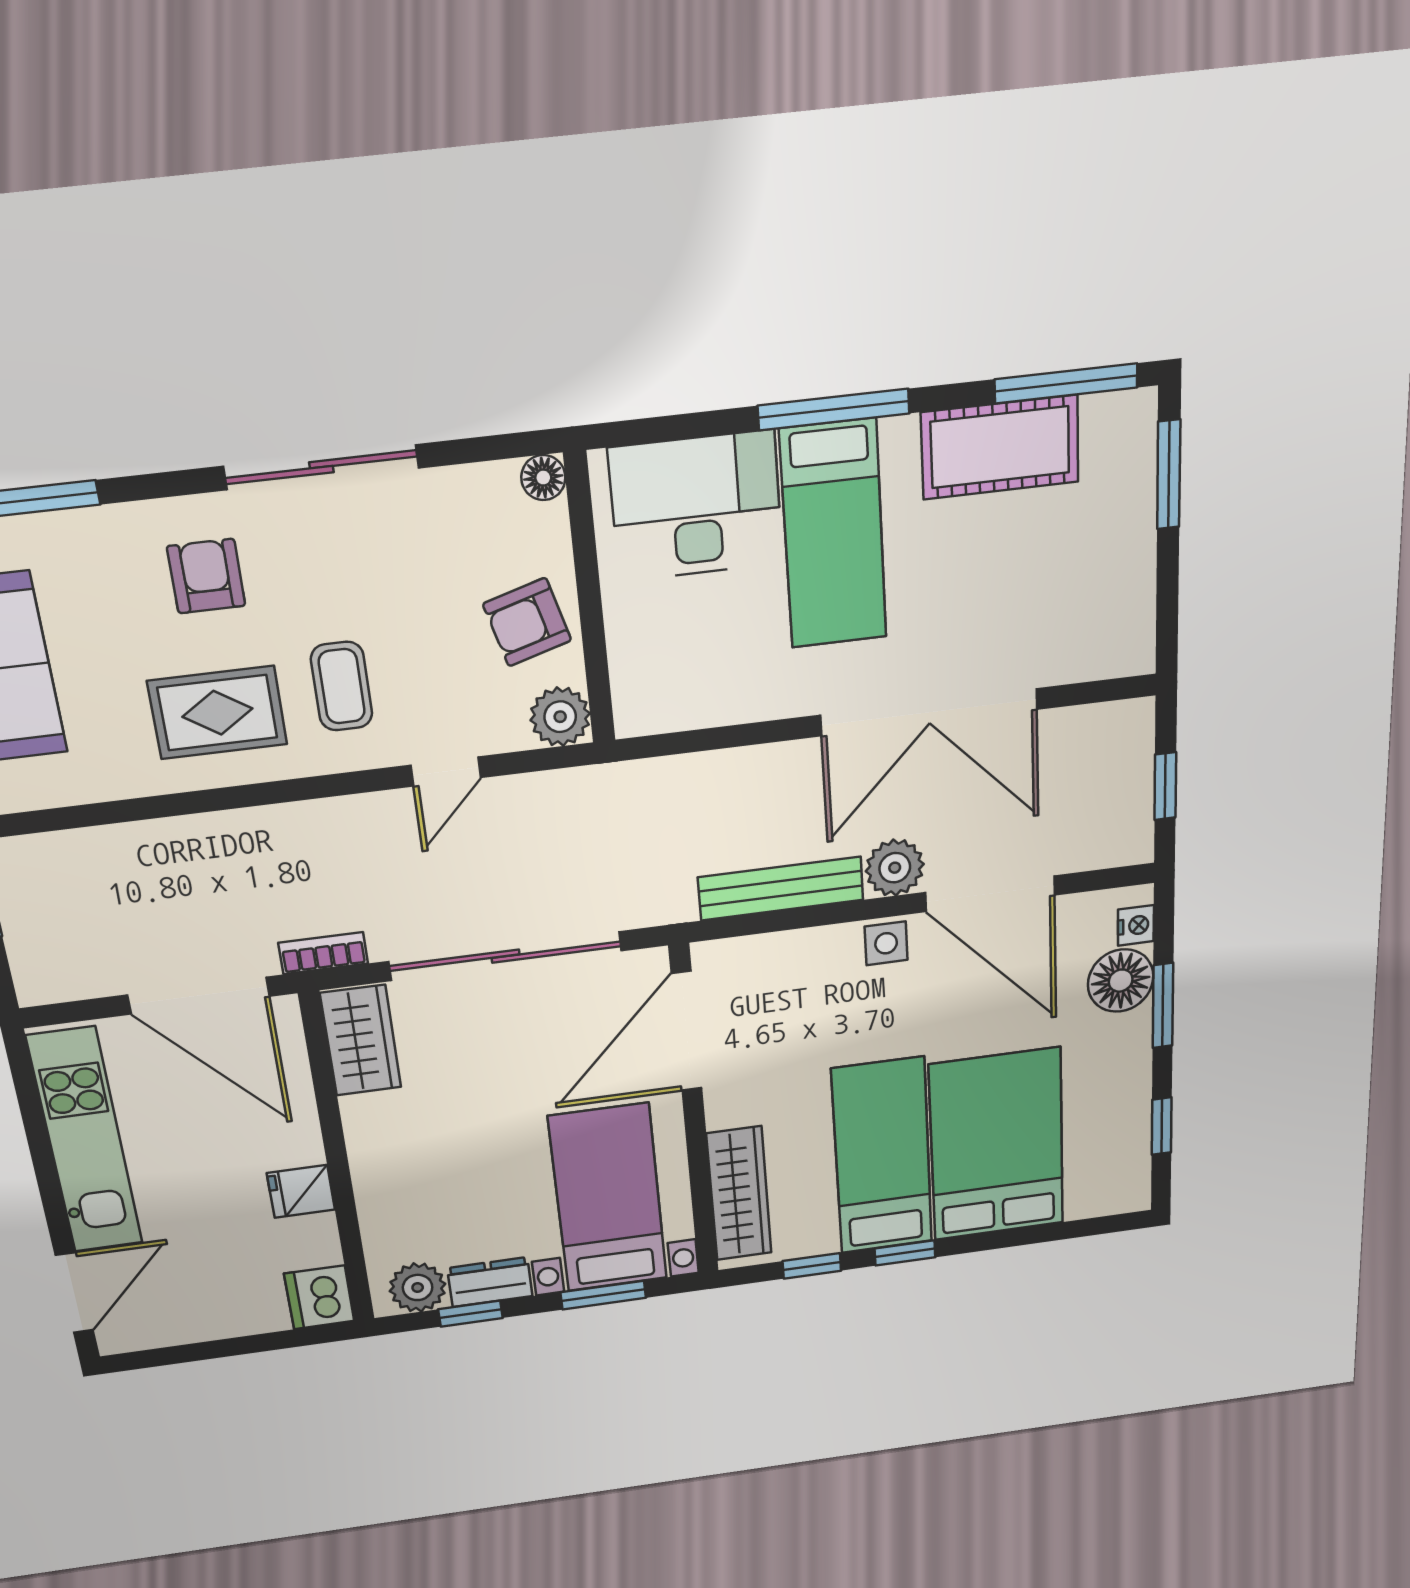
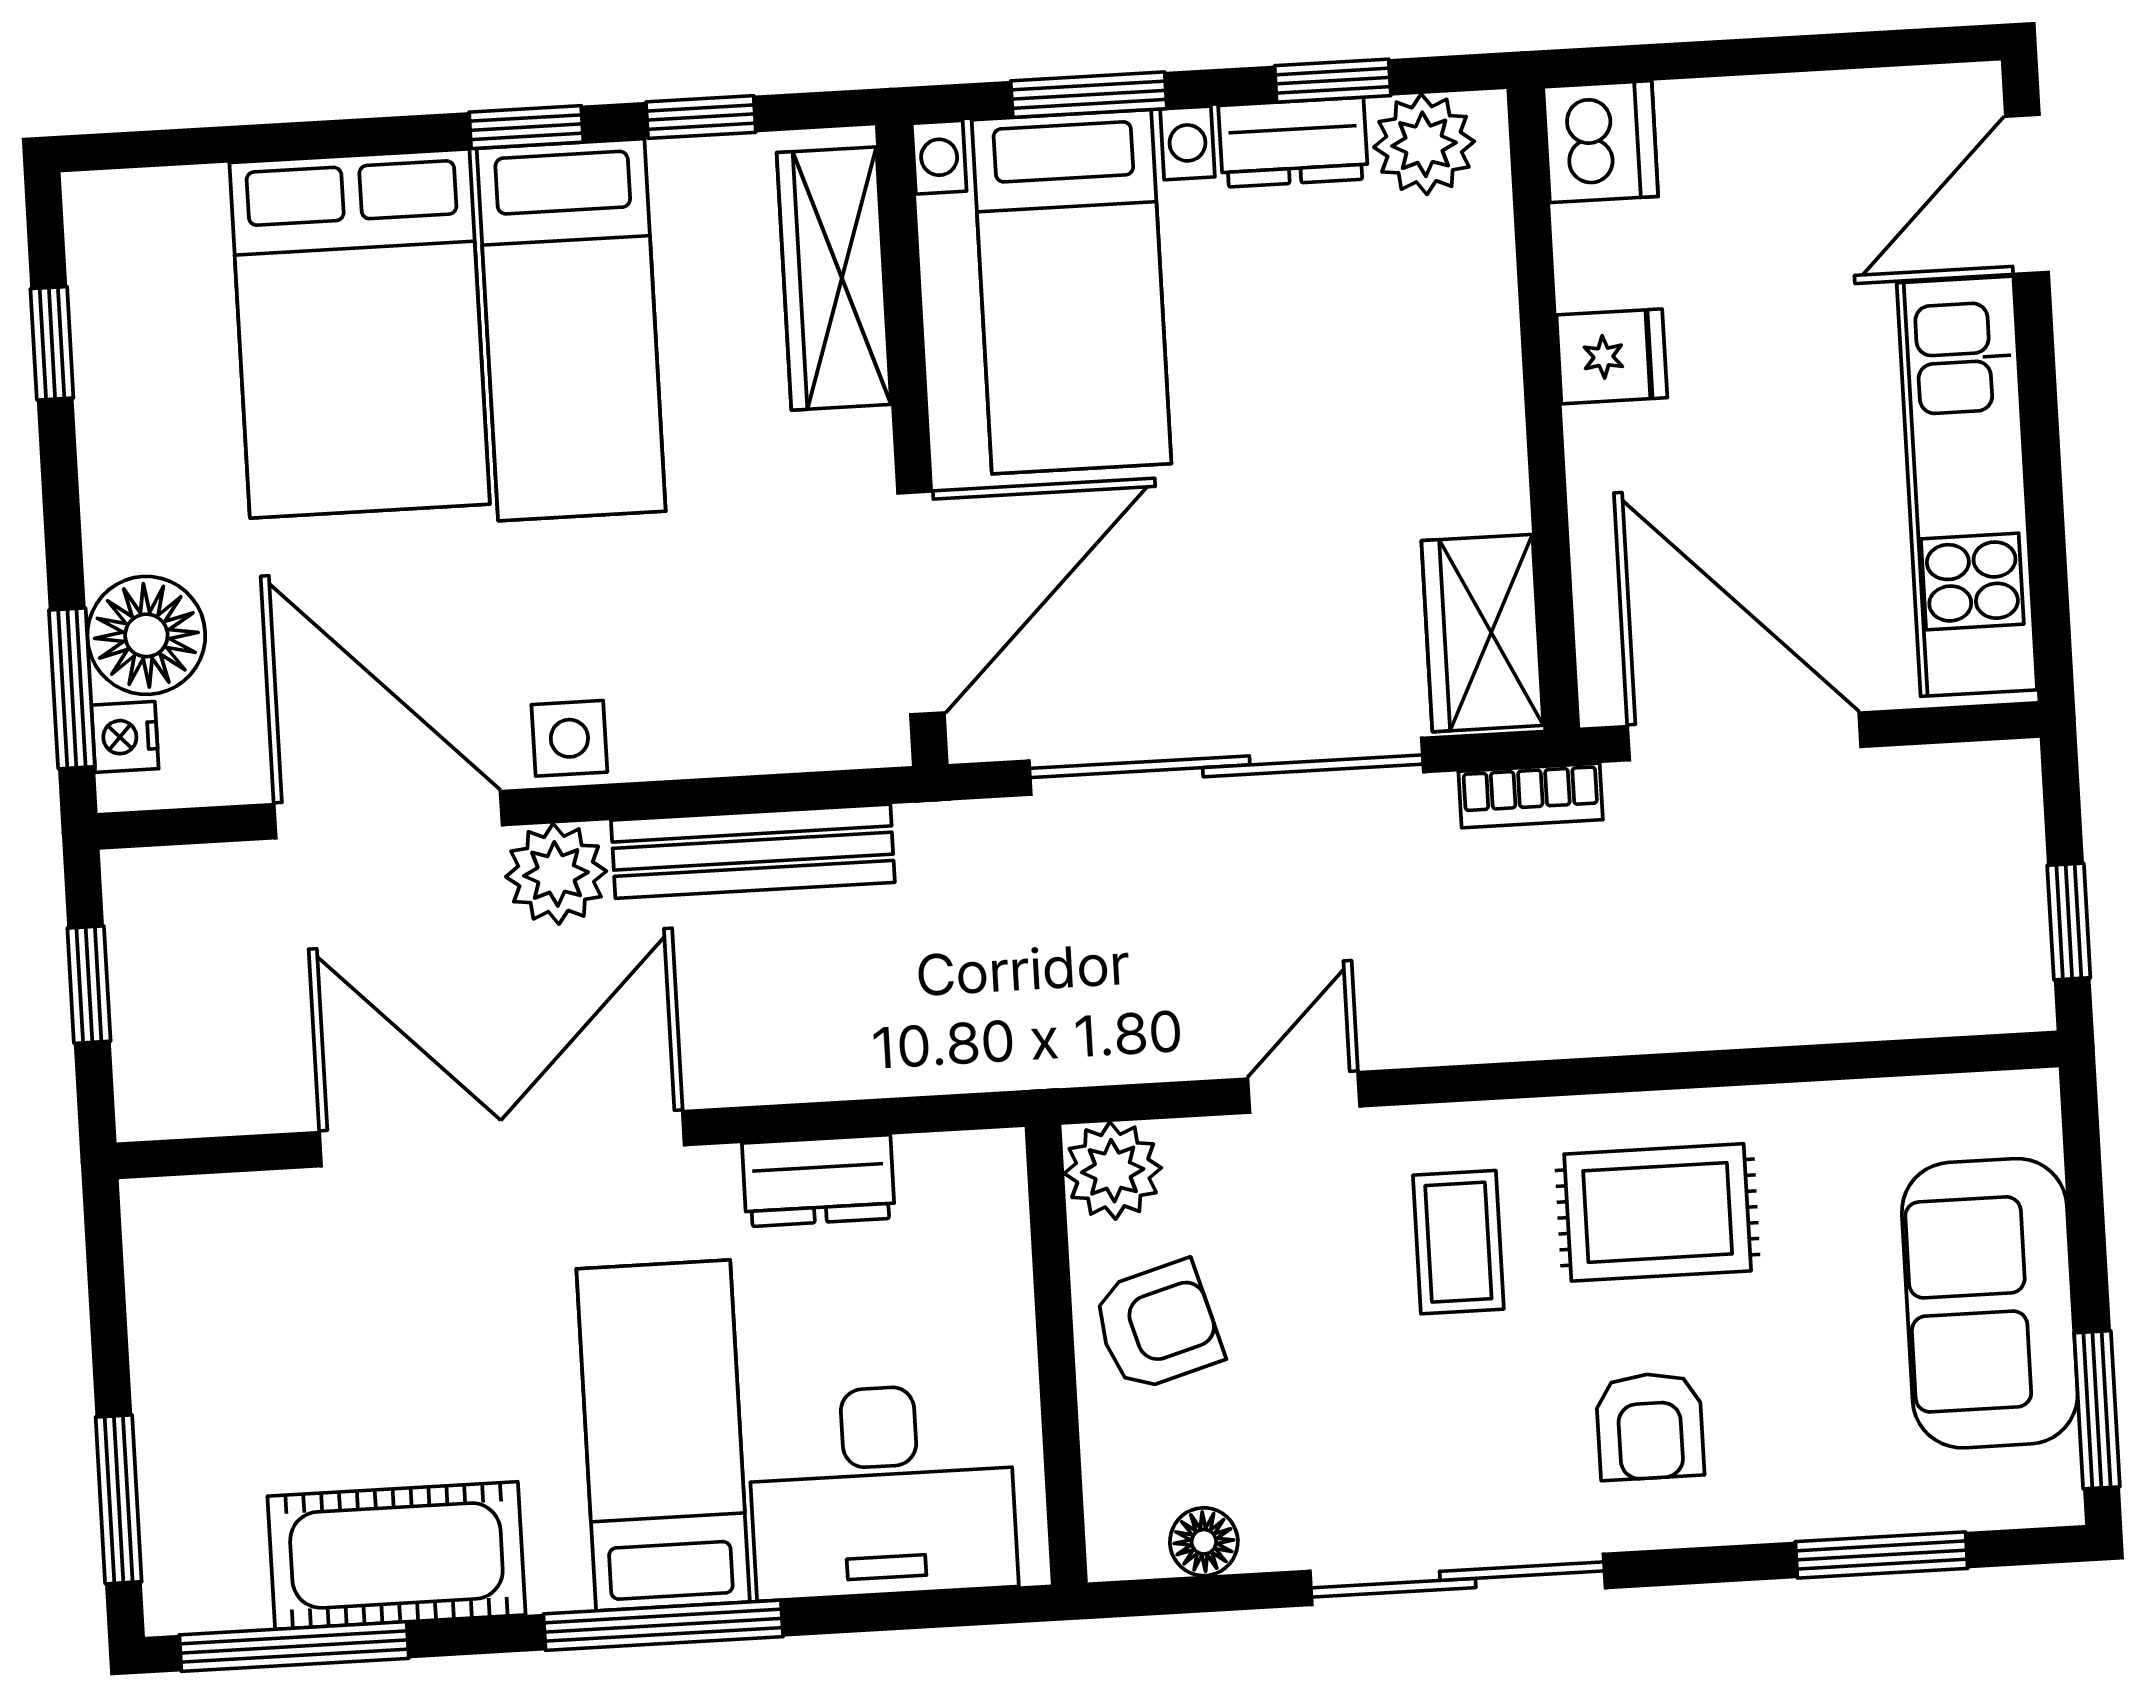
floor lamp: (543, 478) -> (1204, 1542), moved
dresser: (739, 699) -> (818, 1181), added
window: (1163, 1006) -> (72, 688), moved

